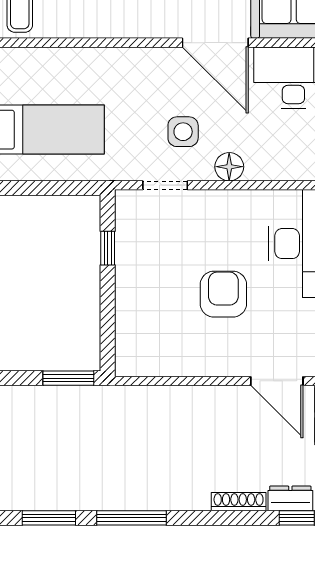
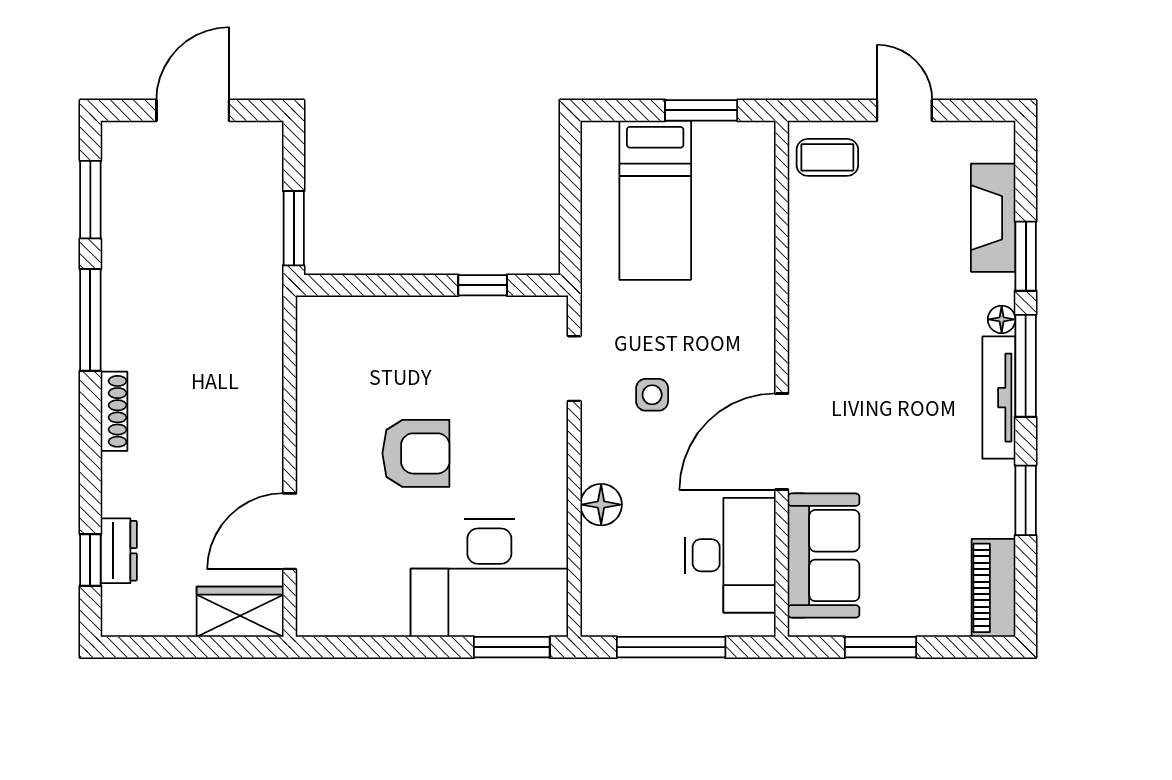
side table: (183, 132) -> (652, 395), width x0.73, depth x0.73
floor lamp: (229, 167) -> (601, 505), moved
shoe rack: (239, 502) -> (114, 411), moved

